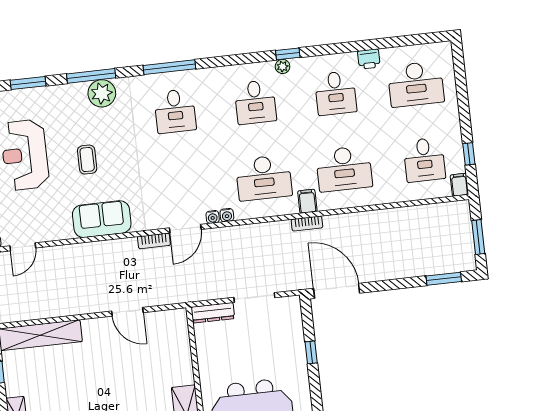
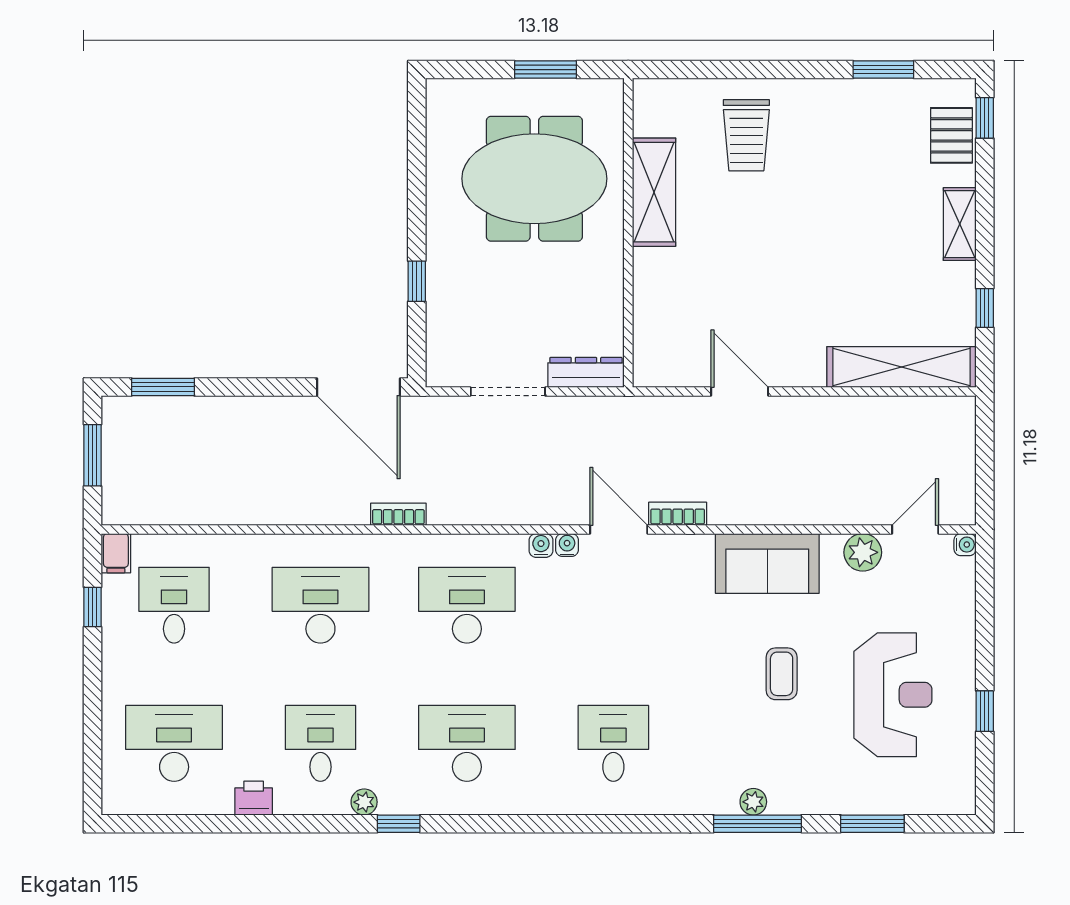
plant: (283, 66) -> (364, 802), moved
window: (169, 67) -> (615, 824), removed
plant: (102, 93) -> (753, 802), width x0.53, depth x0.53
desk: (255, 102) -> (467, 743), width x1.37
filing cabinet: (307, 201) -> (393, 554), removed
door: (185, 229) -> (619, 529), hinge flipped
plant: (50, 231) -> (863, 552), added

